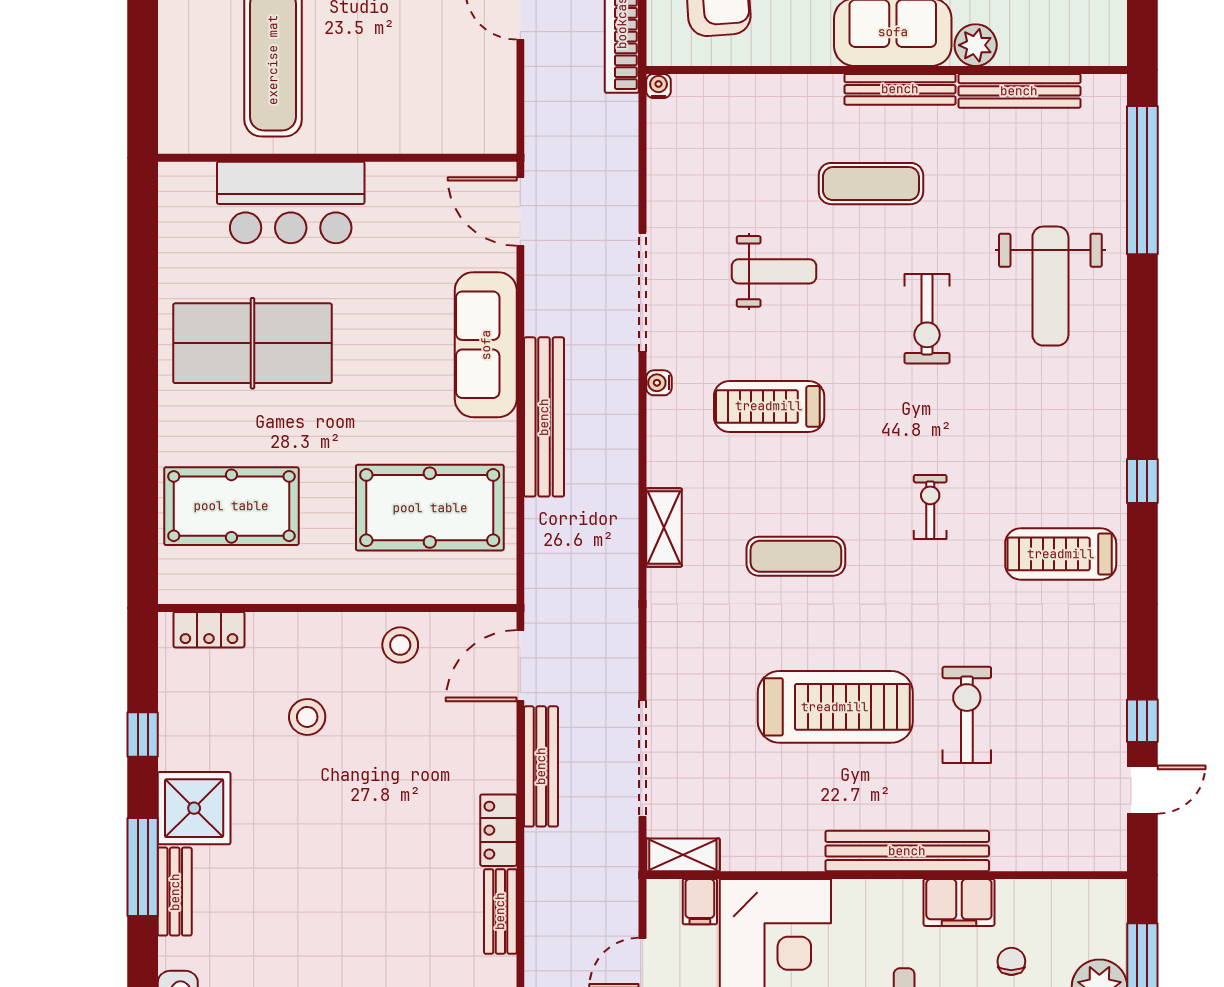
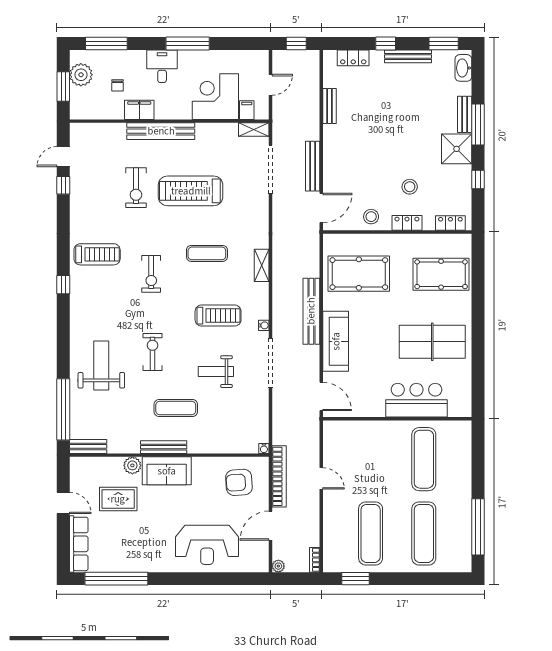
bench: (1019, 91) -> (88, 446), moved, width x0.73
exercise bike: (930, 507) -> (151, 274), width x1.38, depth x1.39
locker: (498, 830) -> (407, 223), moved, turned -90

